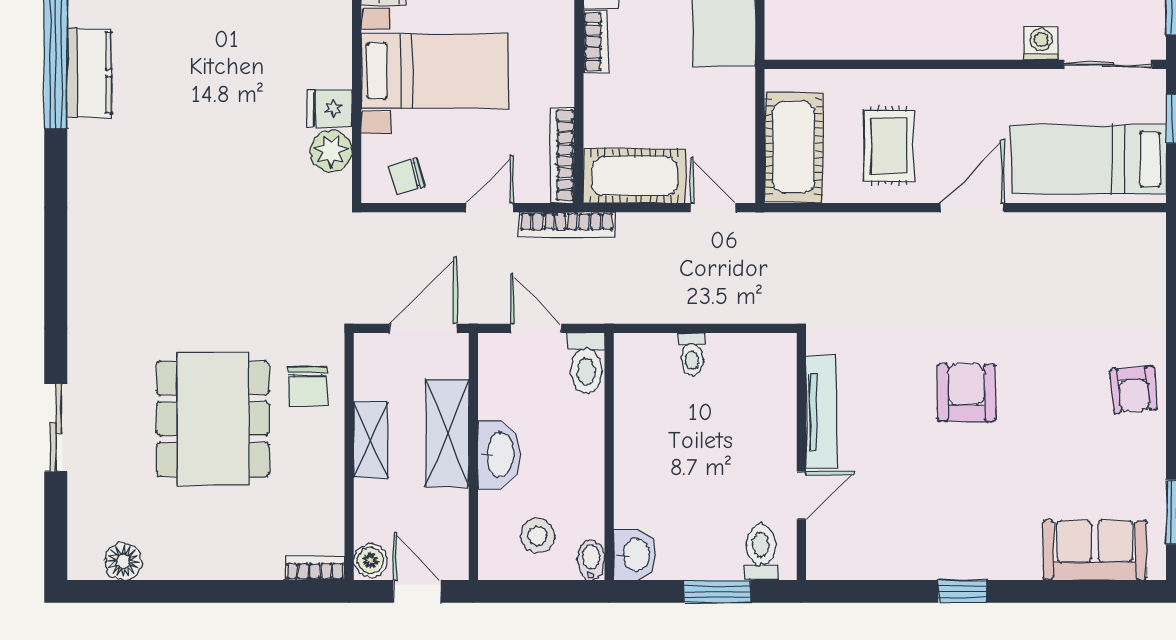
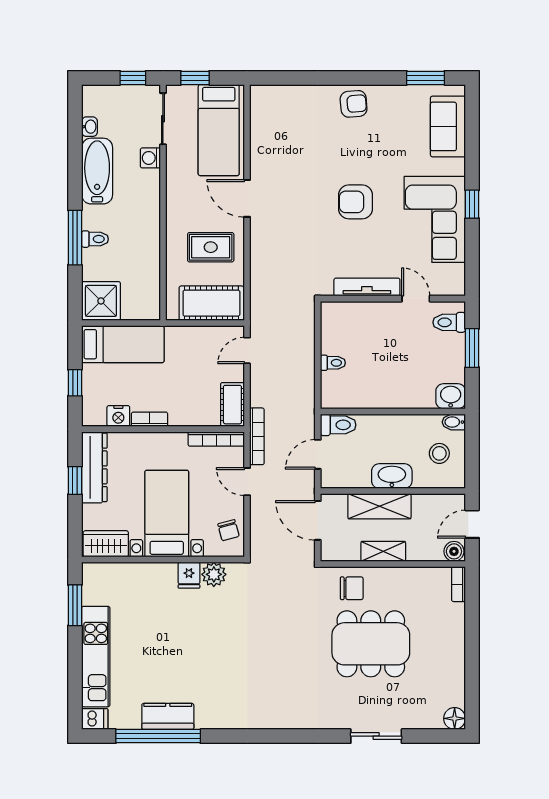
cot: (635, 176) -> (232, 405), width x0.73, depth x0.75
corner sofa: (936, 528) -> (435, 219), added
floor lamp: (123, 561) -> (455, 718), moved

